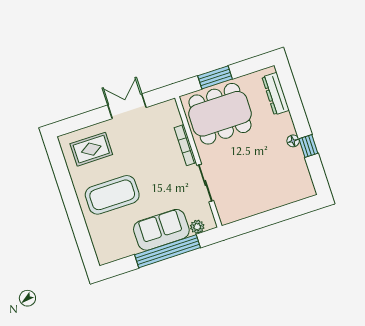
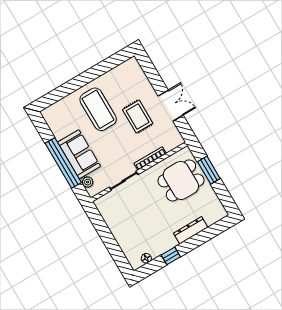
dresser: (276, 94) -> (191, 230), moved
dining table: (220, 114) -> (181, 180), width x0.73
floor lamp: (293, 141) -> (146, 258), moved
rug: (91, 149) -> (138, 116), moved

